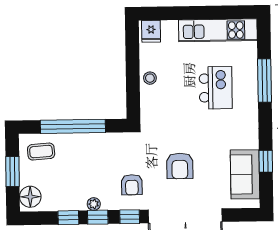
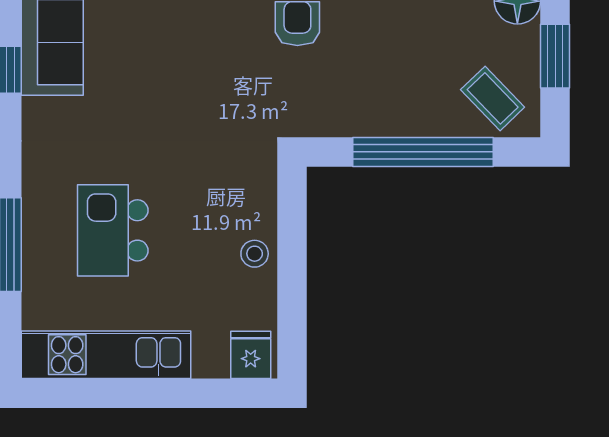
coffee table: (41, 152) -> (493, 98), turned 50
armchair: (180, 166) -> (193, 63), removed

